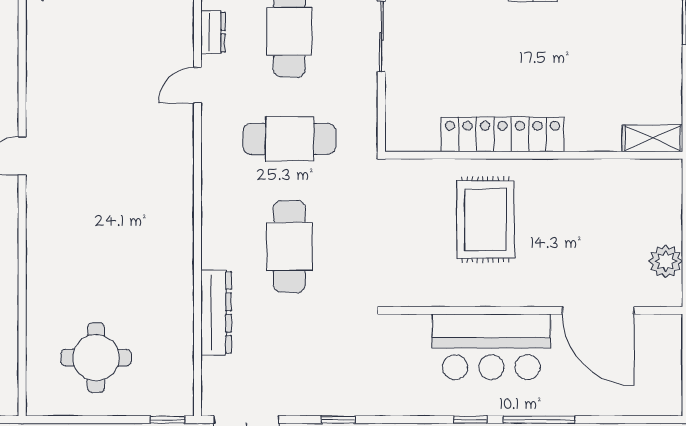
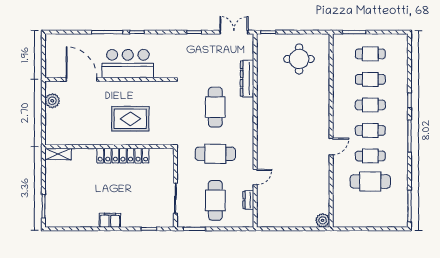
rug: (486, 220) -> (130, 119), turned 90

